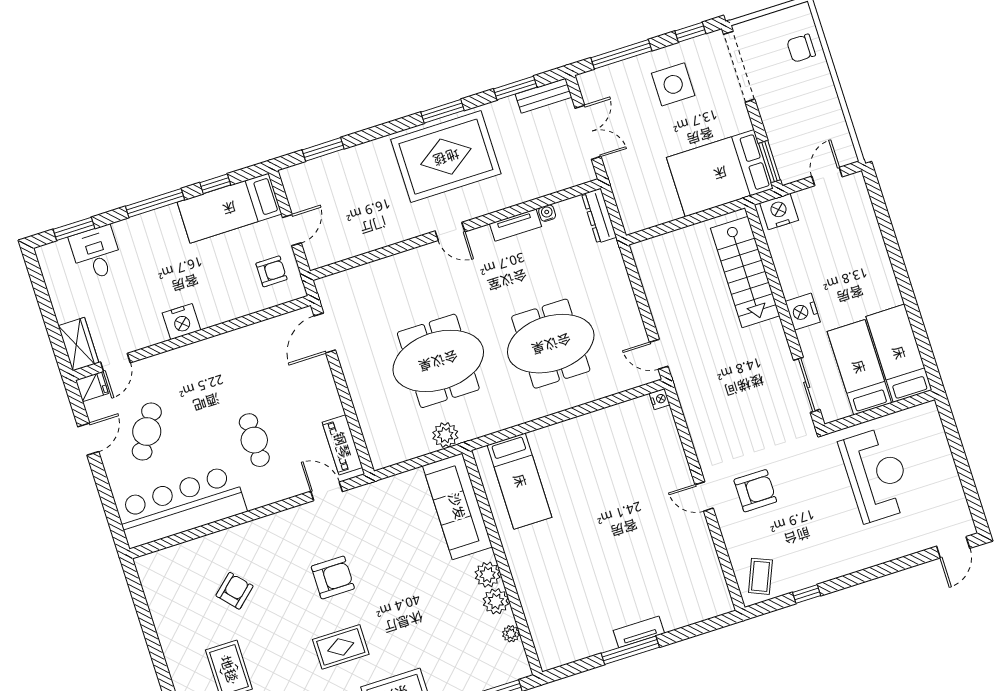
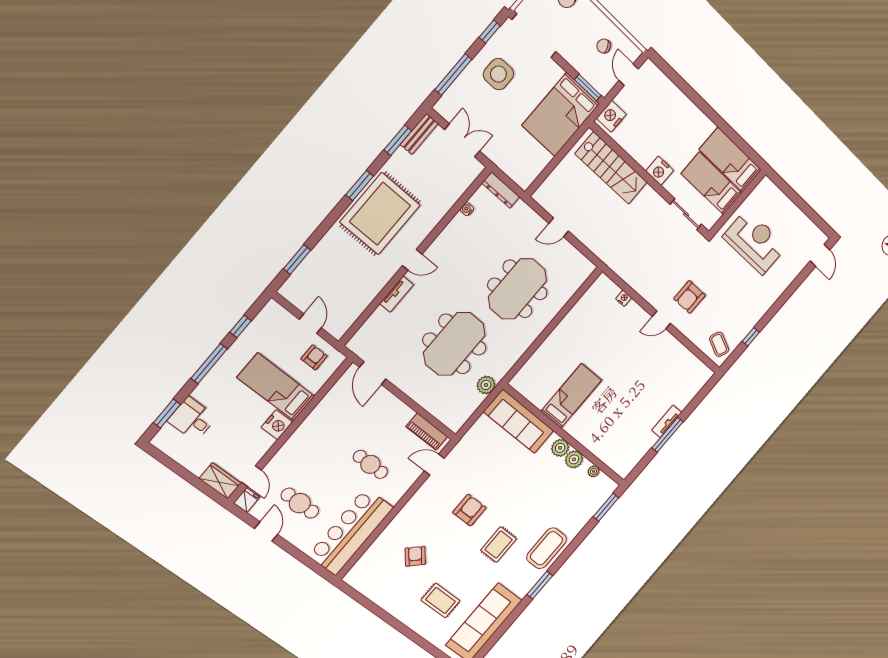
chair: (815, 126) -> (604, 46), added
bed: (229, 208) -> (276, 387), moved, turned 90
tv unit: (515, 225) -> (397, 294), moved
door: (659, 354) -> (559, 227), moved
nightstand: (660, 399) -> (624, 298), moved
cafe table: (147, 432) -> (300, 503), turned -31
bed: (520, 481) -> (571, 396), moved, turned -90
armchair: (755, 491) -> (689, 297), turned 180

